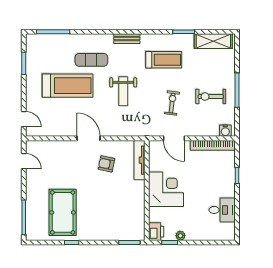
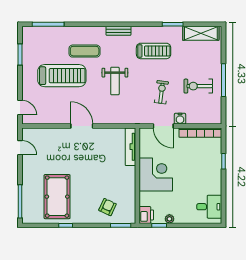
water cooler: (225, 131) -> (180, 119), moved
armchair: (106, 164) -> (107, 207), moved, turned 103
desk: (222, 210) -> (209, 207), moved

